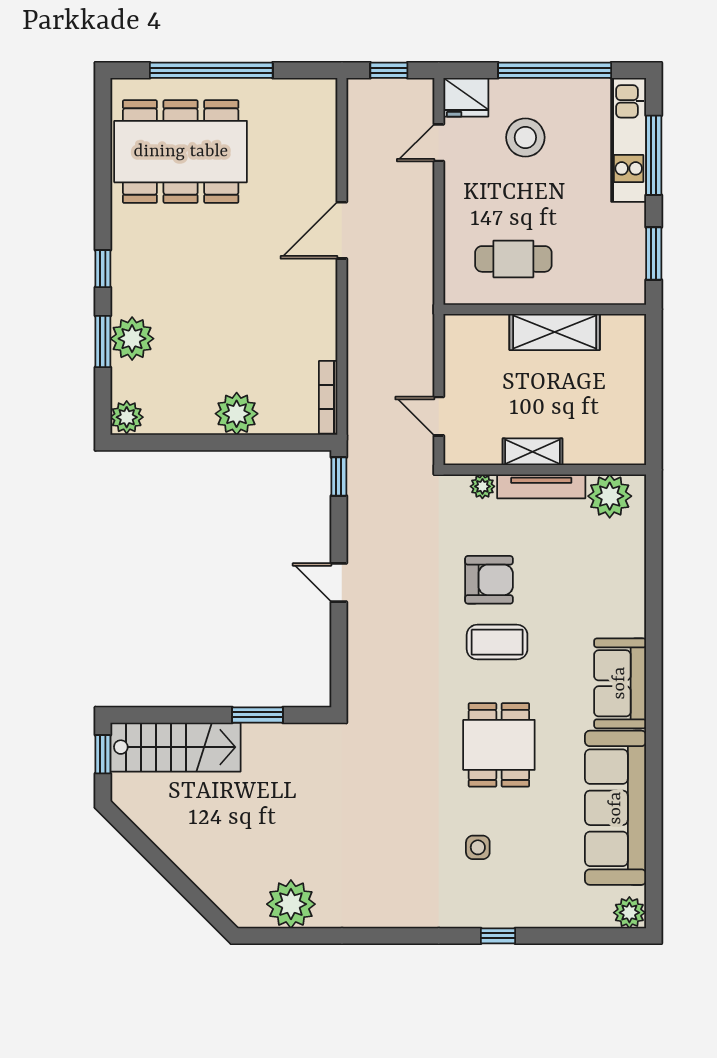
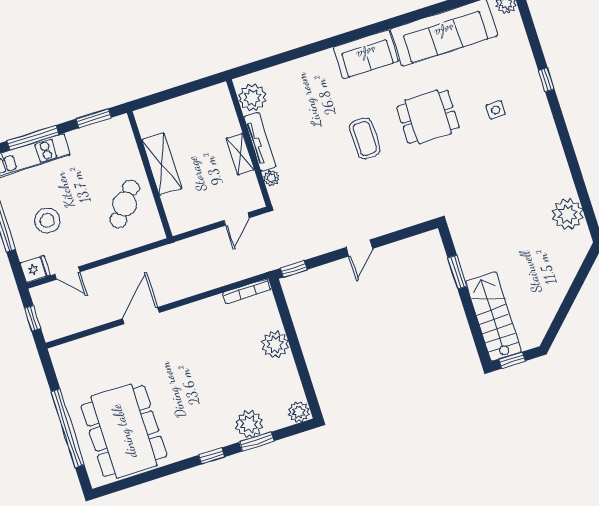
fridge: (466, 97) -> (35, 269), width x0.72
door: (342, 230) -> (141, 316), swing flipped
cafe table: (513, 259) -> (125, 204), turned 39
armchair: (489, 580) -> (328, 156), removed

